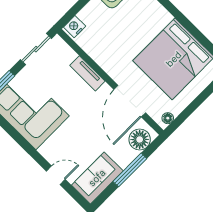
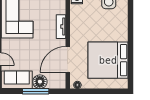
floor lamp: (140, 139) -> (40, 82), moved

